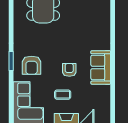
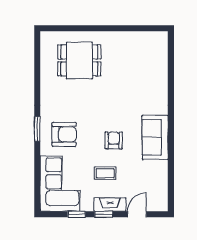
armchair: (32, 65) -> (64, 134), turned -90

